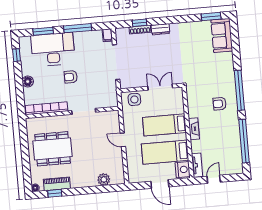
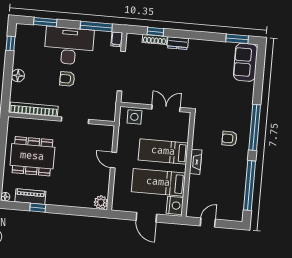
window: (78, 28) -> (96, 26), moved
desk: (53, 49) -> (69, 46), moved
tv unit: (197, 165) -> (192, 203), removed
plant: (104, 179) -> (101, 202), moved
window: (55, 193) -> (38, 208), moved

